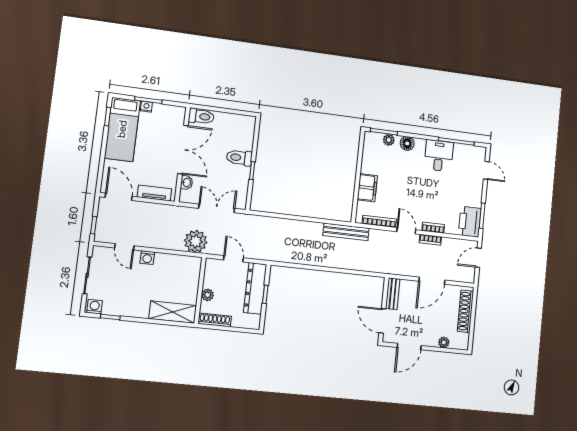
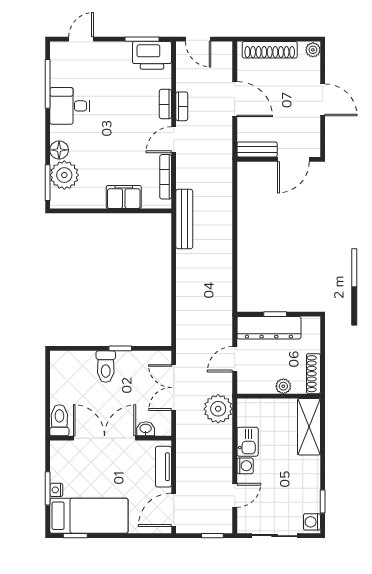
plant: (389, 140) -> (64, 175), width x1.87, depth x1.87
kitchen sink: (166, 262) -> (248, 442), added
plant: (444, 342) -> (313, 50), moved
door: (409, 346) -> (323, 100), moved

